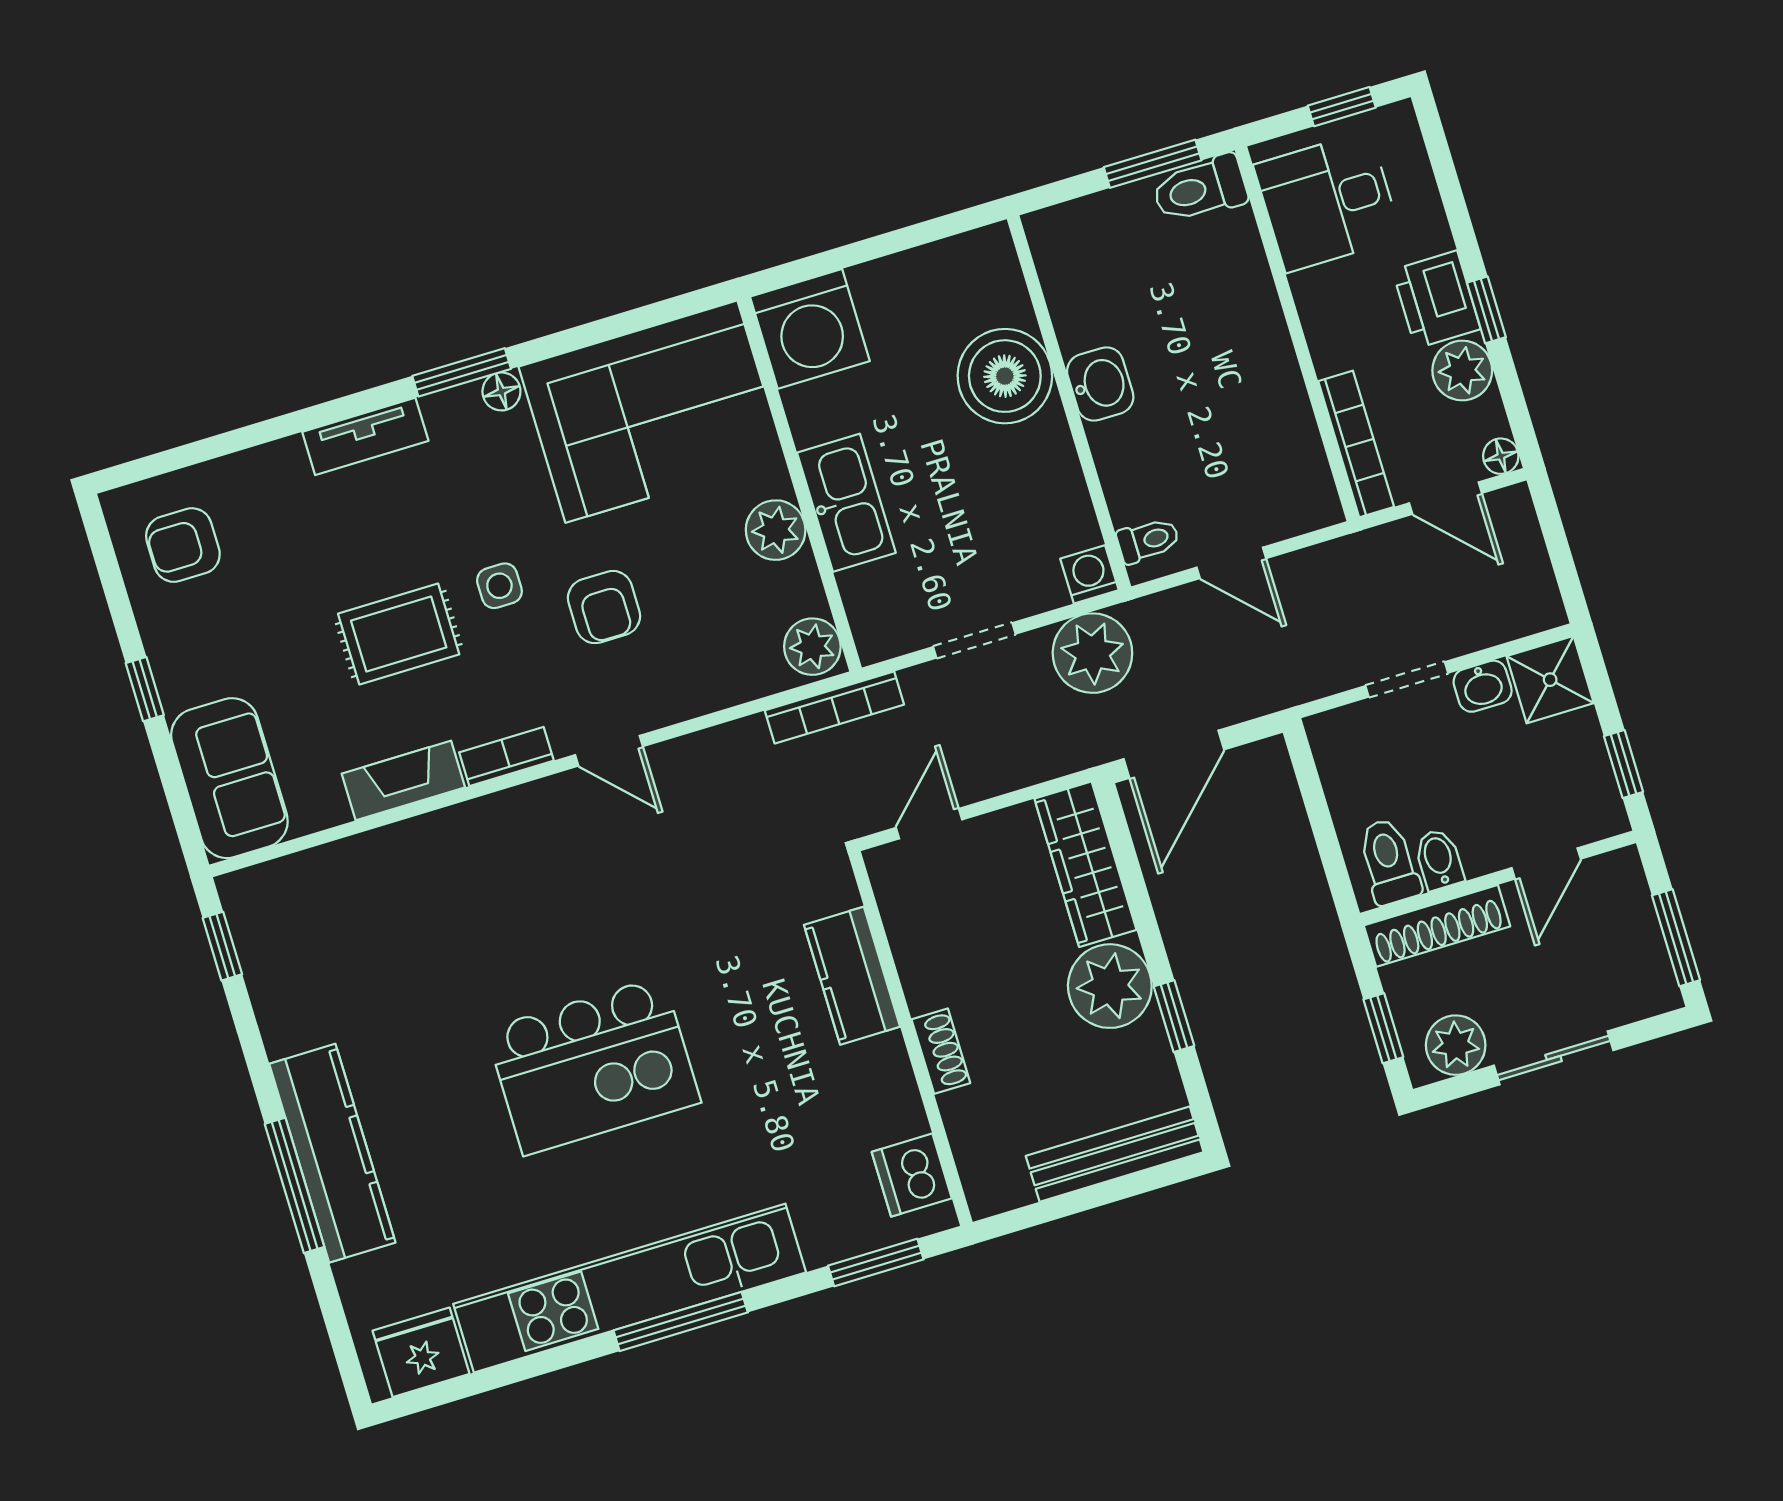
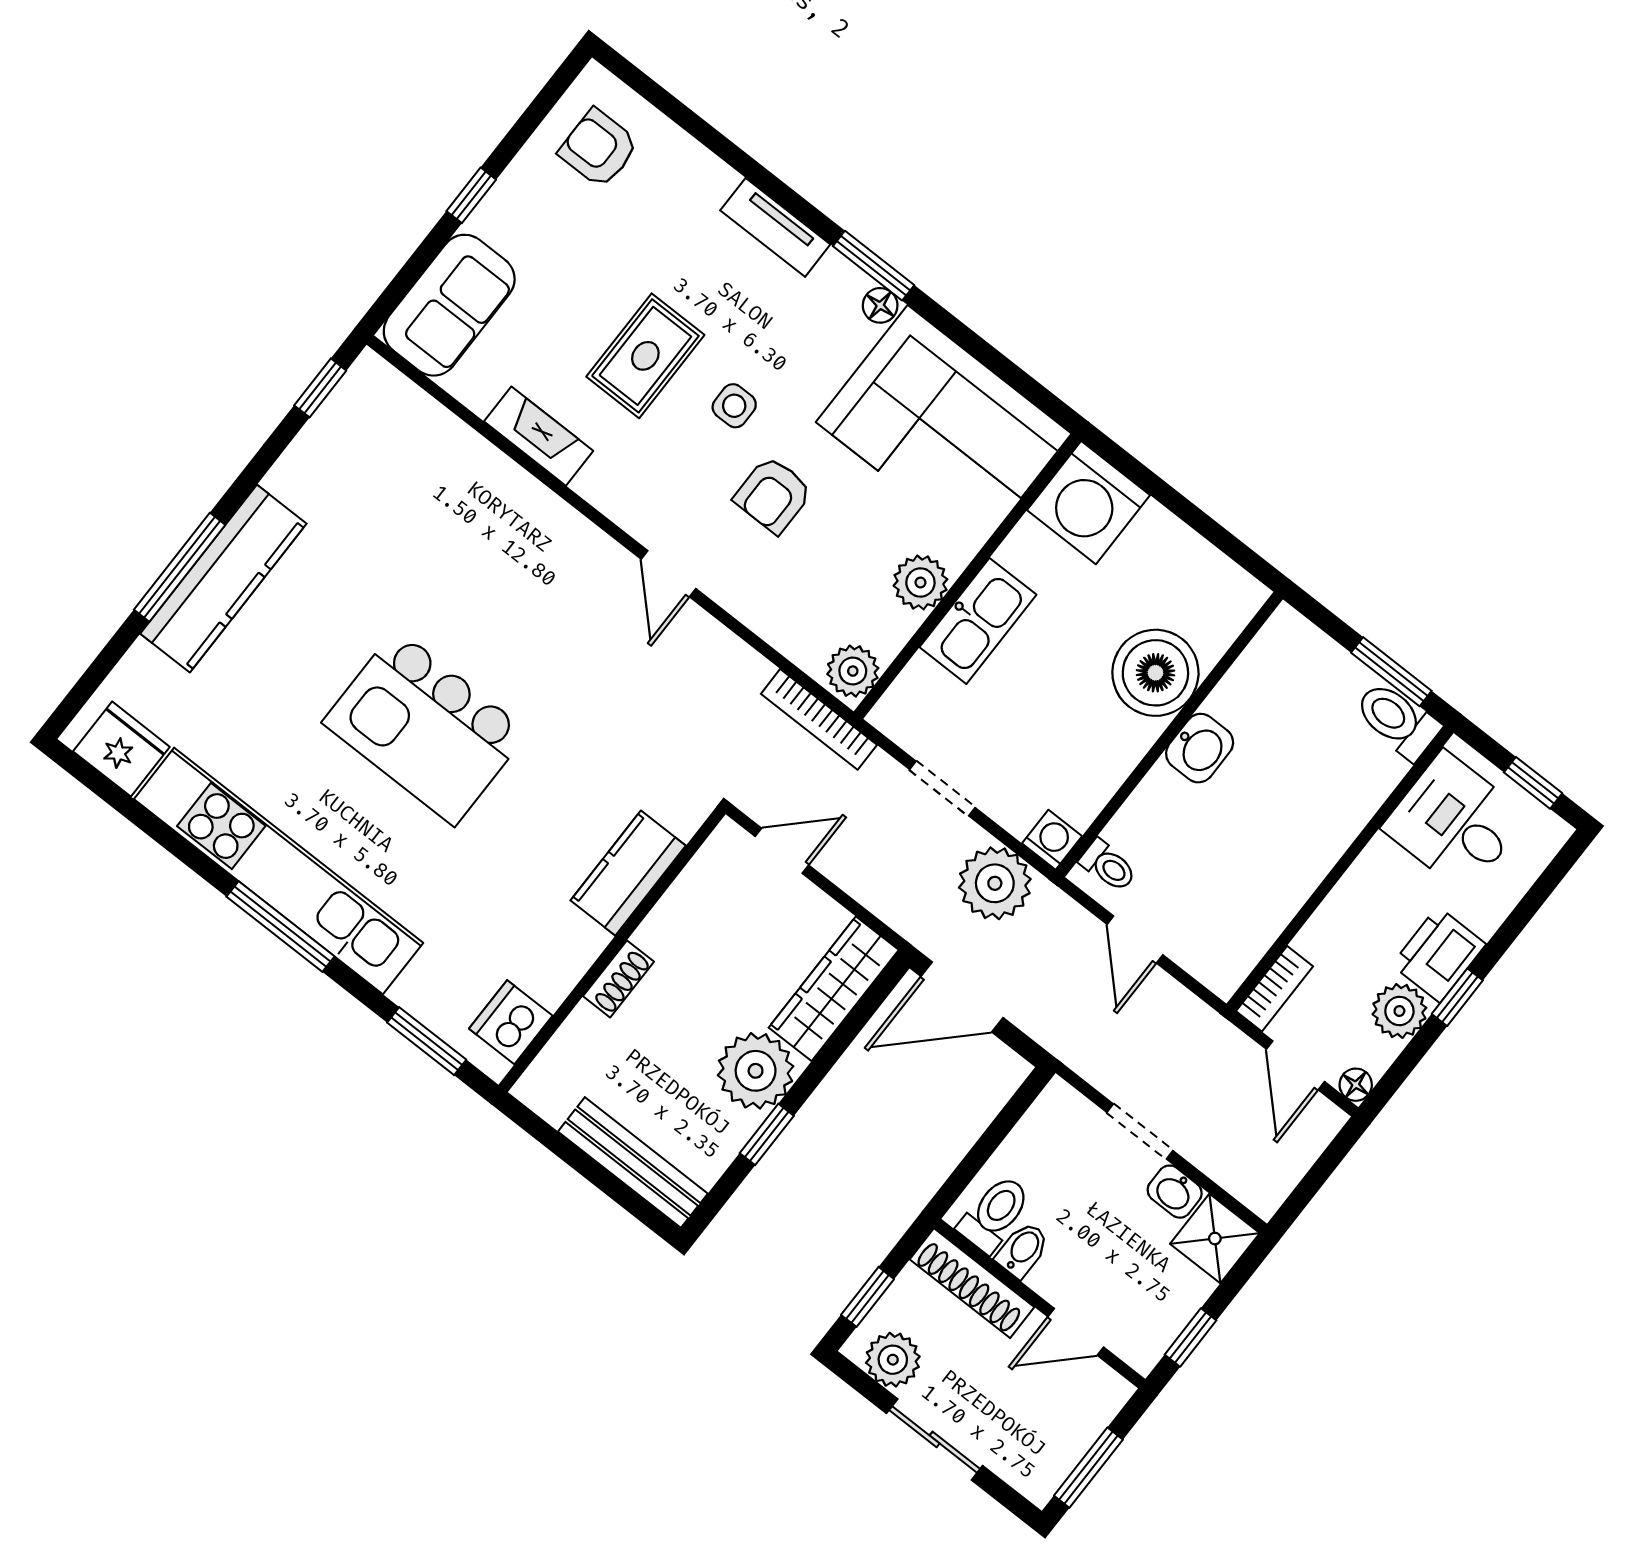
bookcase: (1356, 444) -> (1274, 989), width x0.64
rug: (399, 634) -> (645, 356), turned 90
bookcase: (506, 756) -> (611, 500), removed

